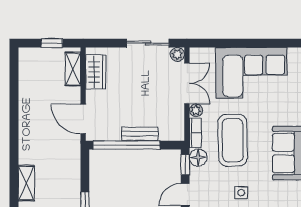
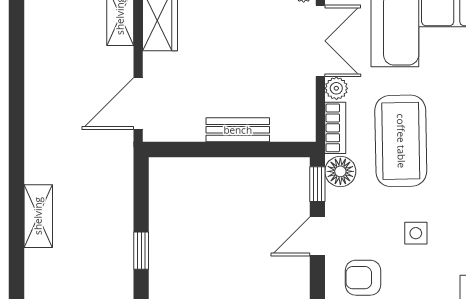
door: (83, 119) -> (138, 103), hinge flipped
window: (127, 145) -> (214, 150), removed

